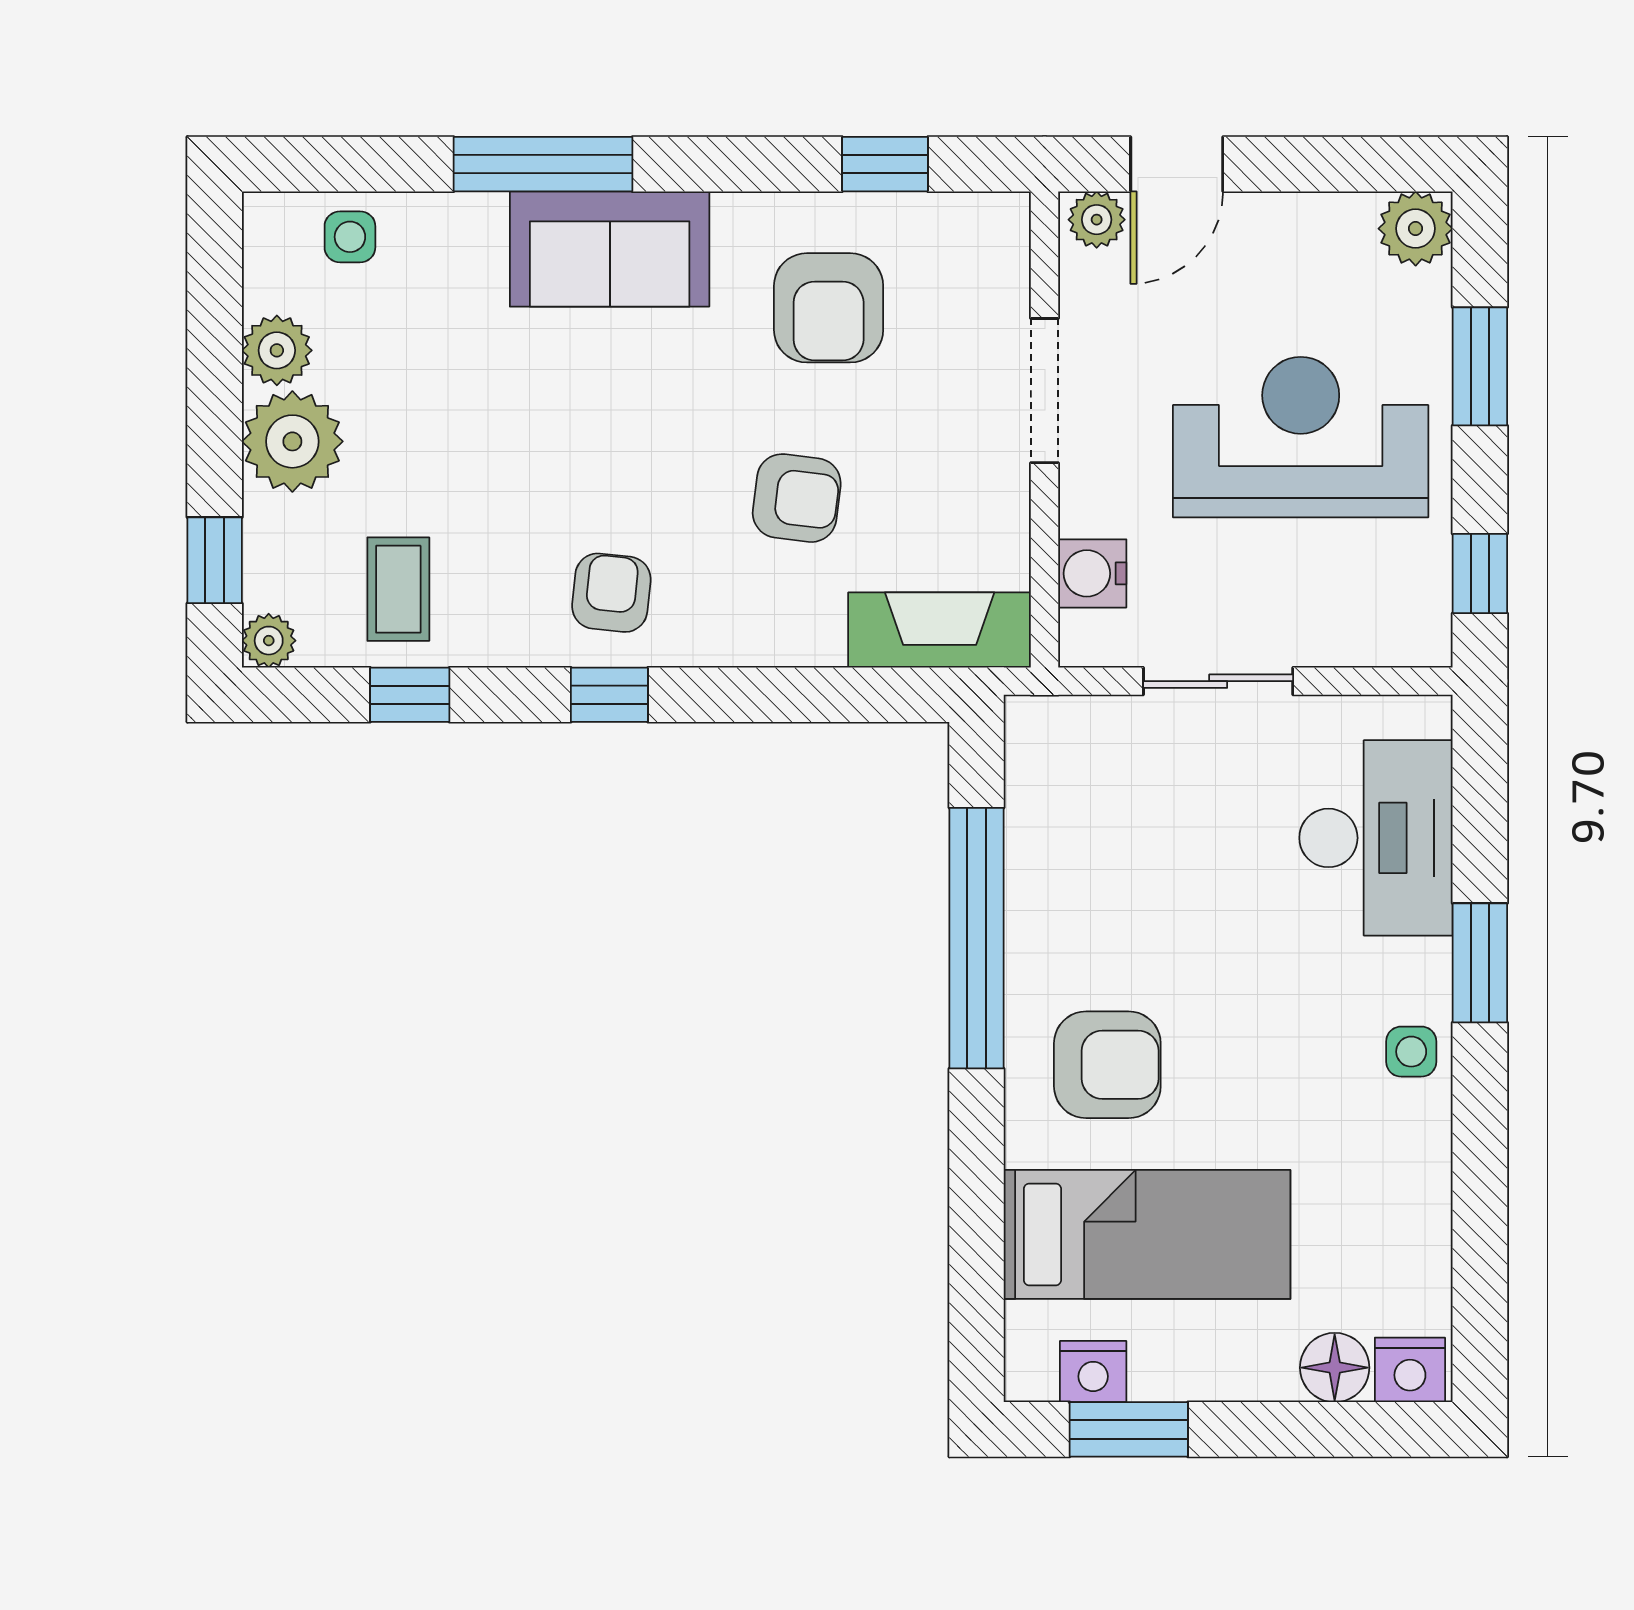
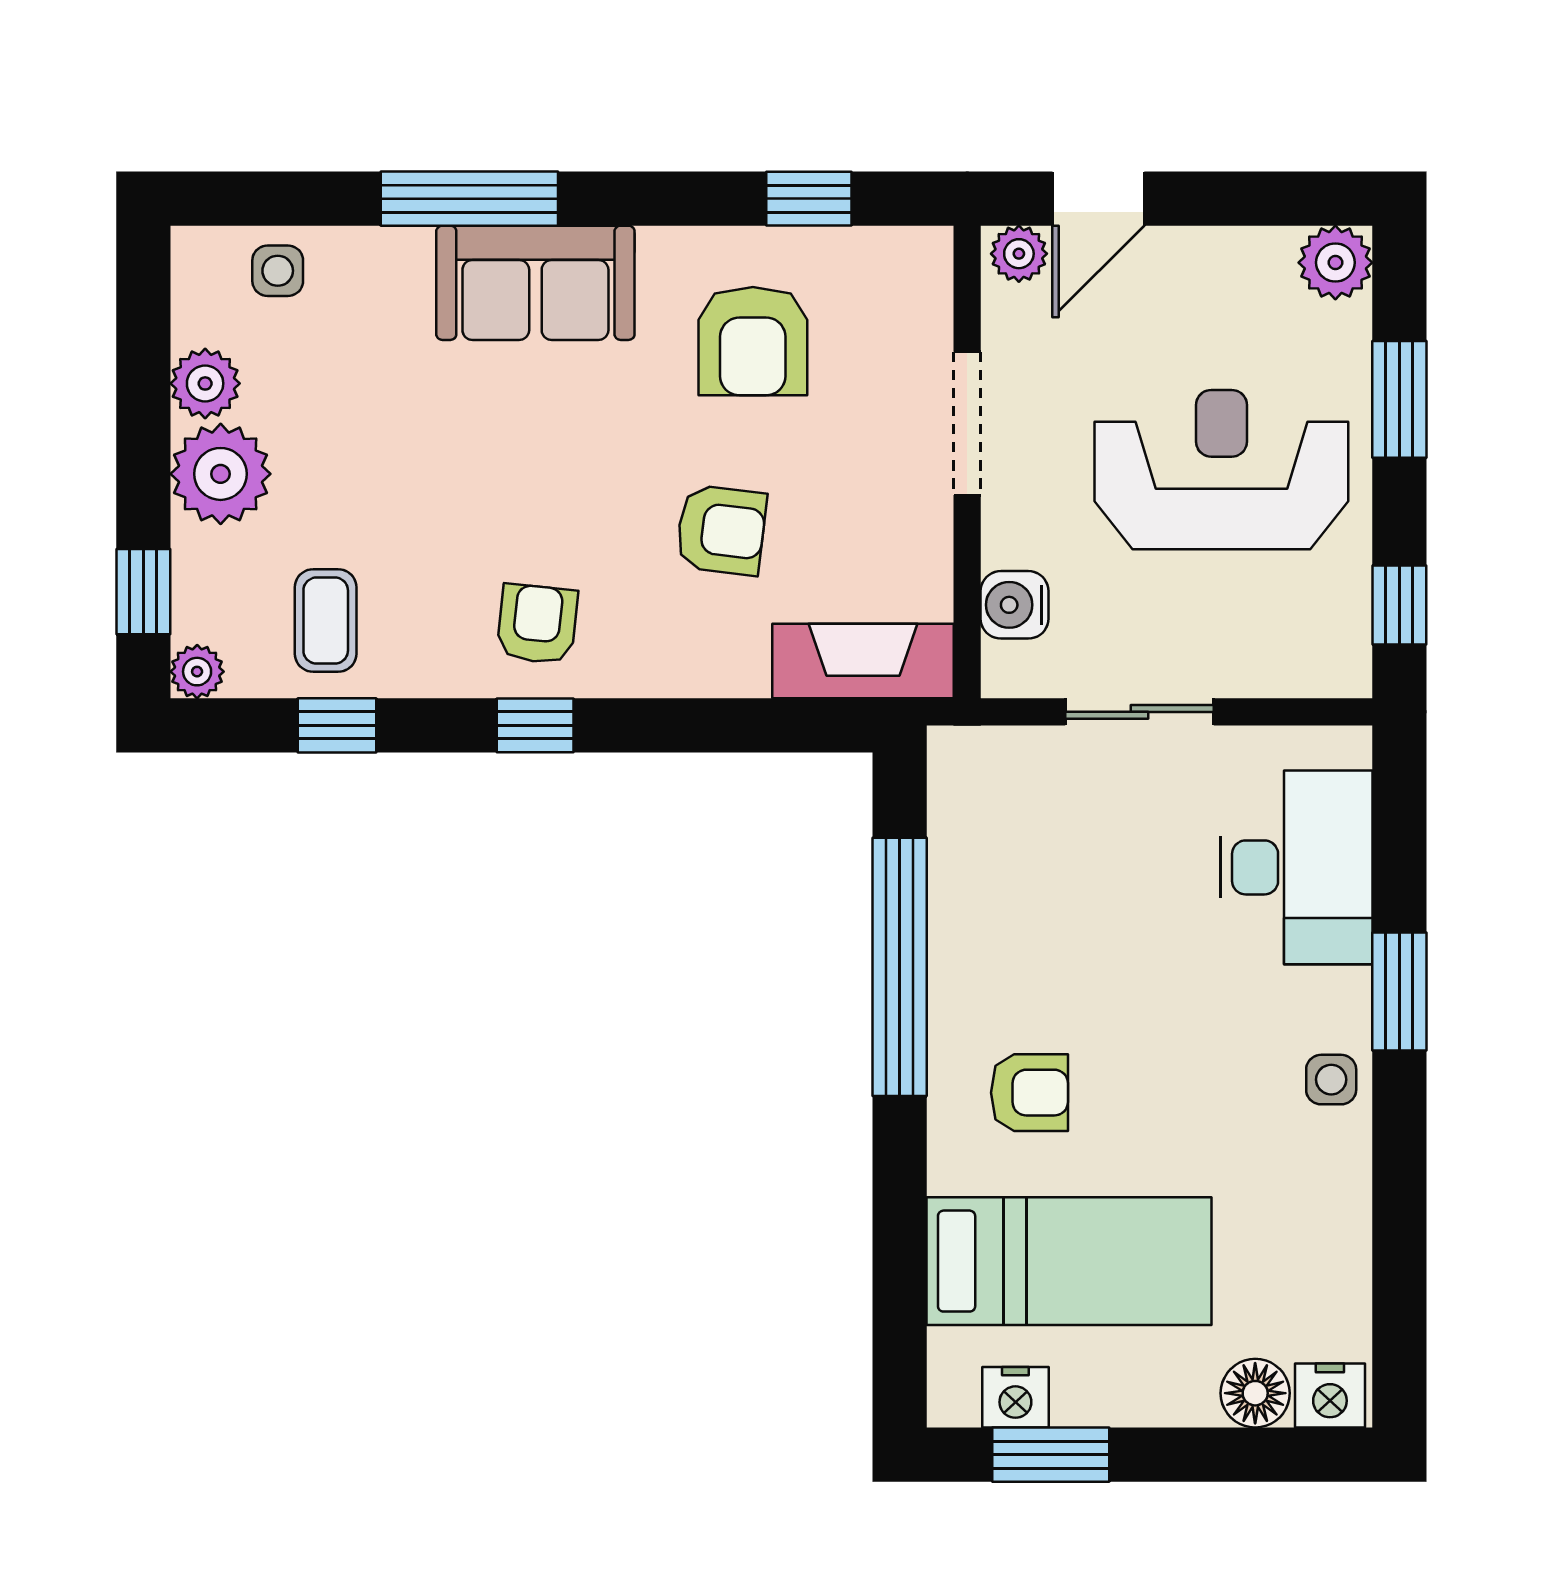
armchair: (1107, 1065) -> (1029, 1093), width x0.72, depth x0.72

